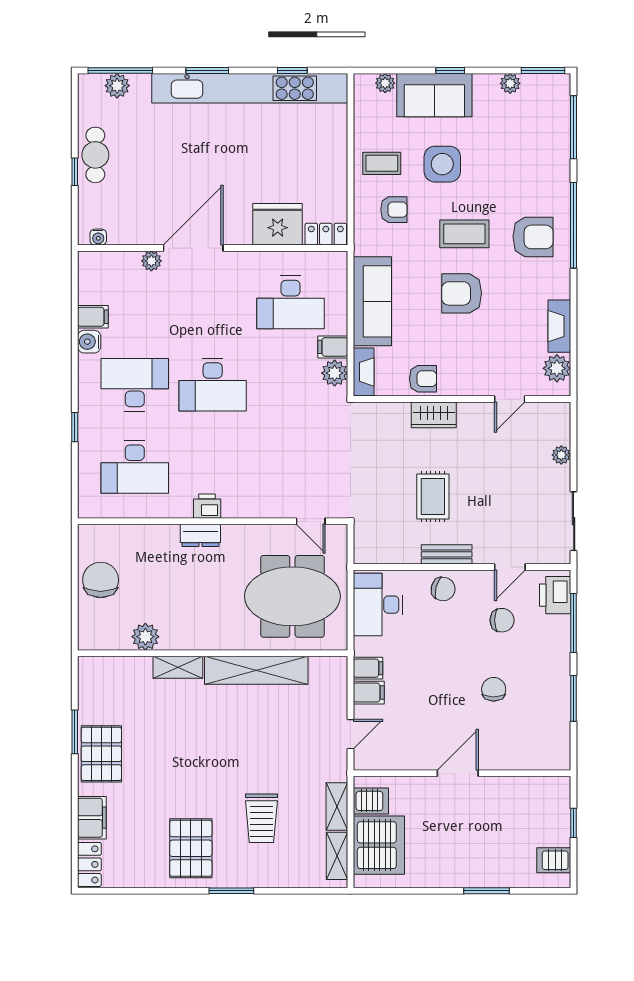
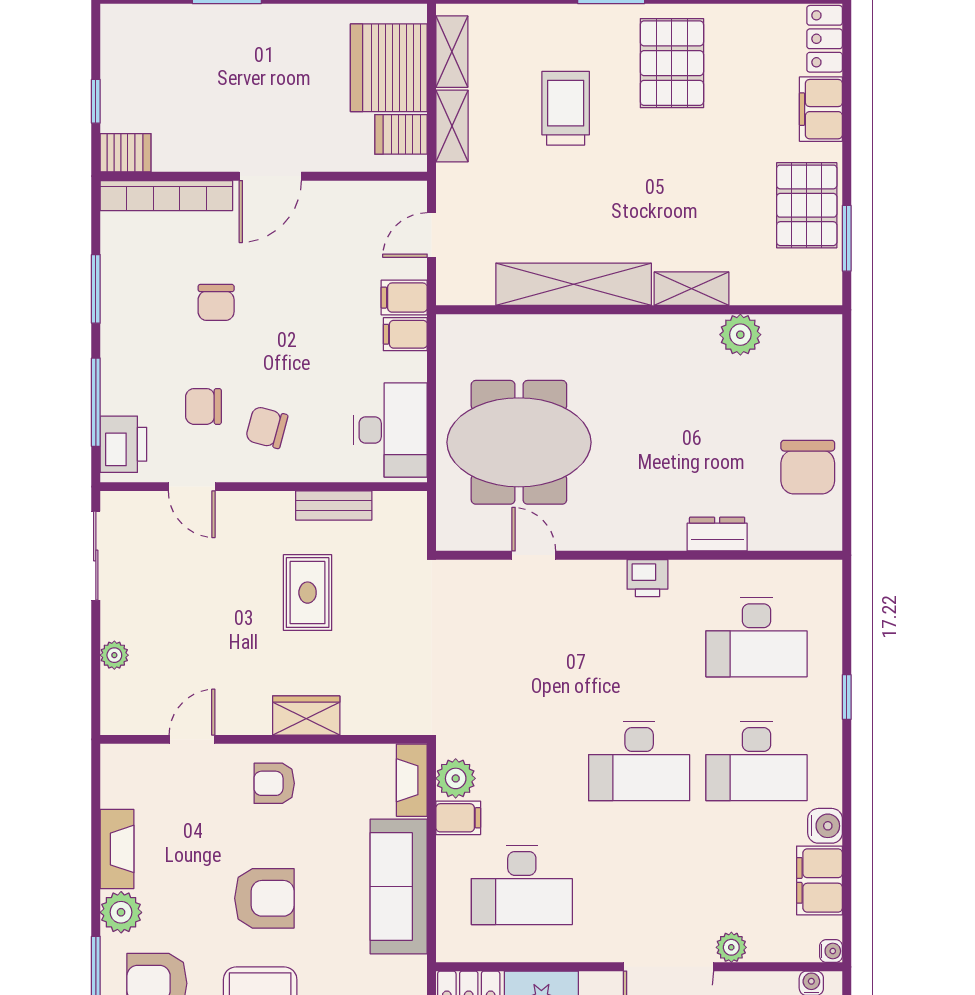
water cooler: (85, 258) -> (831, 951), added
desk: (291, 302) -> (522, 885), turned 180
filing cabinet: (93, 317) -> (819, 880), width x2.00
plant: (557, 368) -> (121, 912), moved
armchair: (423, 379) -> (274, 783), moved
desk: (213, 385) -> (639, 761), turned 180
desk: (135, 467) -> (756, 637), turned 180
door: (311, 521) -> (534, 555), moved
dresser: (200, 535) -> (717, 534), moved
bench: (447, 554) -> (334, 506), moved
door: (510, 567) -> (192, 487), swing flipped
chair: (443, 589) -> (267, 427), moved
plant: (145, 637) -> (740, 335), moved
wall: (213, 653) -> (639, 310), moved
shelving: (178, 667) -> (692, 289), moved
shelving: (256, 670) -> (574, 284), moved
bookcase: (527, 760) -> (166, 196), added
server rack: (554, 860) -> (126, 153), moved

